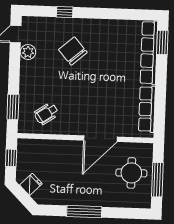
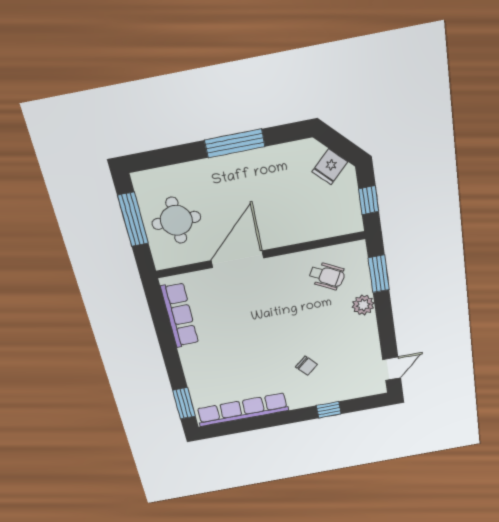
chair: (73, 51) -> (306, 366), width x0.54, depth x0.54
plant: (28, 52) -> (363, 305), moved
row of seats: (149, 53) -> (243, 410), moved, turned -90
wheelchair: (46, 114) -> (327, 276), turned 62

